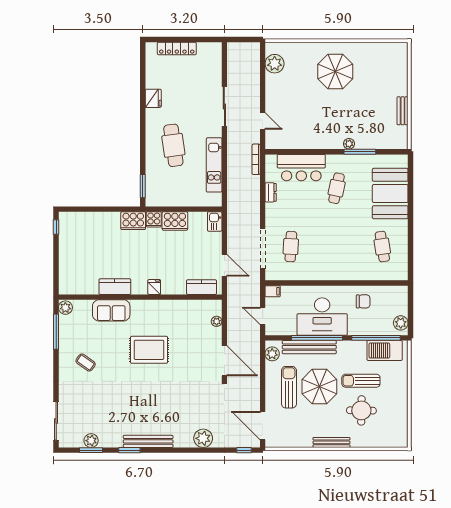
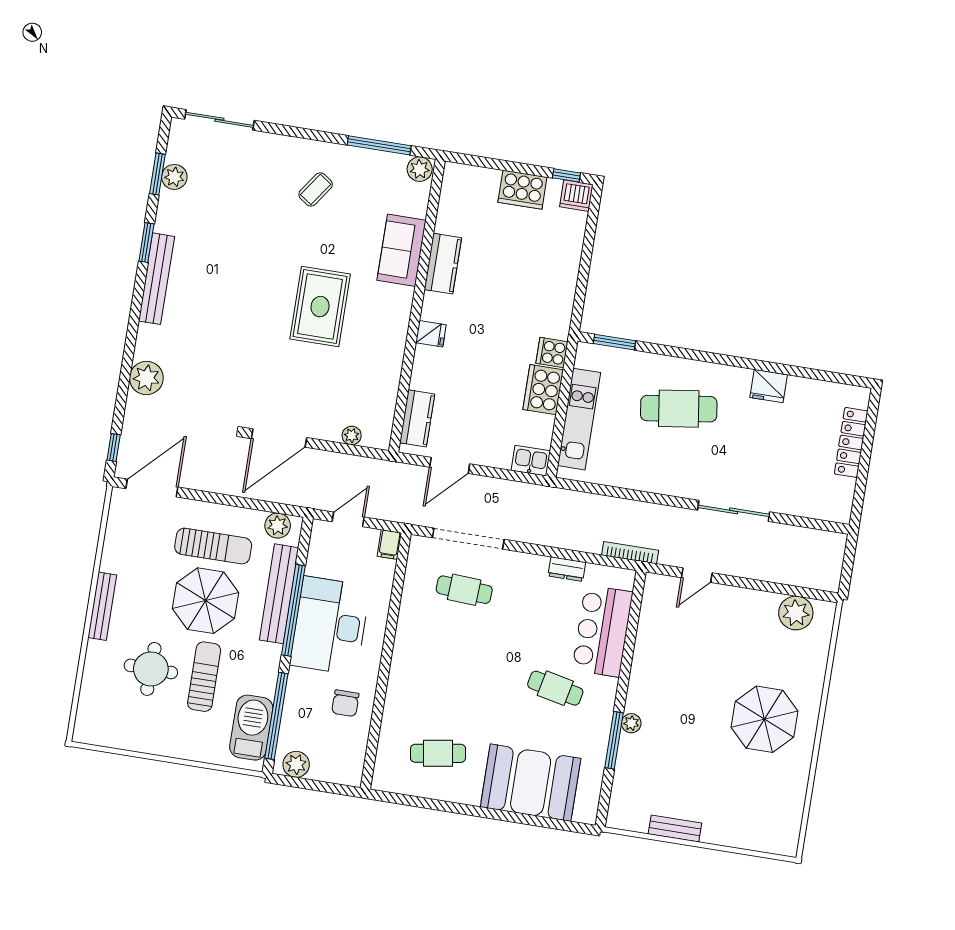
kitchen unit: (214, 165) -> (579, 419), moved, turned 90
dishwasher: (66, 220) -> (576, 196), added
cooker: (133, 221) -> (522, 190), moved, turned -90

